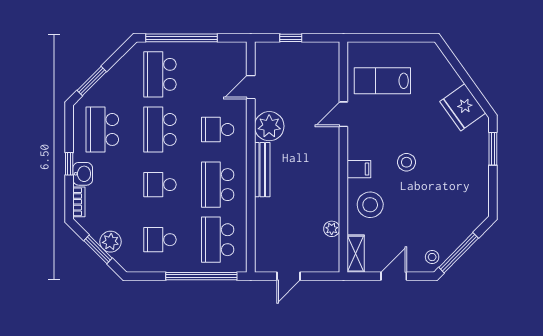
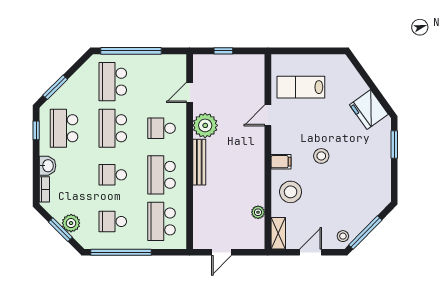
window: (69, 164) -> (36, 130), moved
window: (201, 276) -> (121, 252), moved

